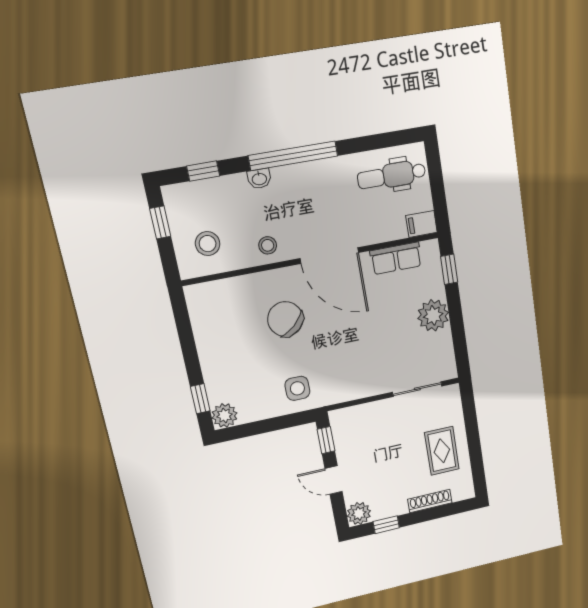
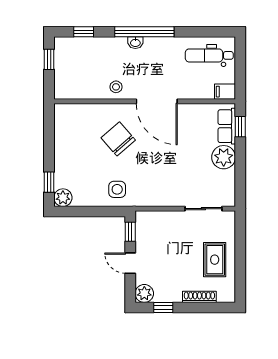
washbasin: (259, 179) -> (135, 43), moved
stool: (208, 244) -> (77, 78), removed
row of seats: (396, 258) -> (227, 126), moved, turned 90

